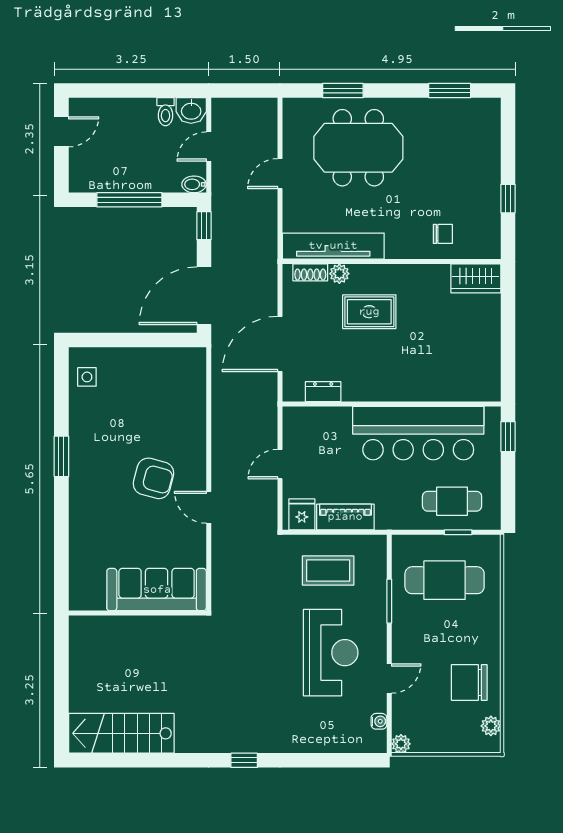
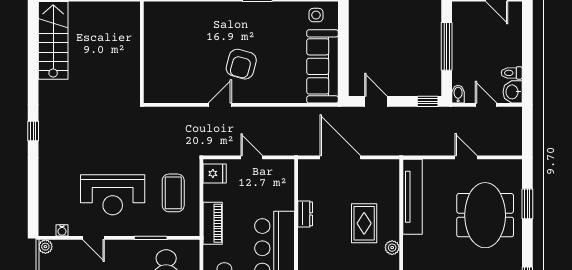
shoe rack: (310, 272) -> (393, 180), removed
plant: (339, 274) -> (392, 248), moved
door: (204, 296) -> (376, 101), width x0.53
dresser: (323, 392) -> (305, 214), moved
piano: (345, 517) -> (213, 223), moved
sofa: (157, 590) -> (322, 66), moved, turned 180

